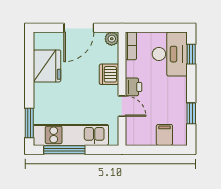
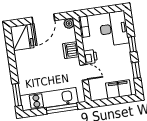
window: (191, 54) -> (132, 44), moved
fridge: (47, 66) -> (22, 37), moved
filing cabinet: (164, 135) -> (119, 89), width x2.00
window: (64, 150) -> (62, 109), moved

